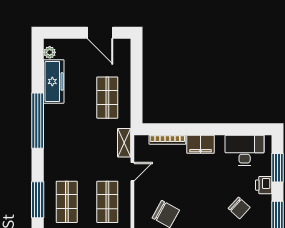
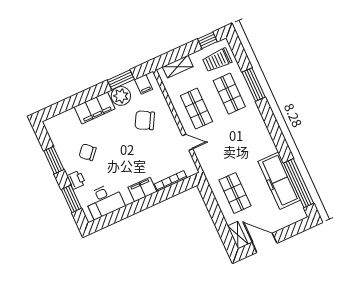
plant: (50, 52) -> (298, 208), removed
freezer: (54, 81) -> (279, 181), width x1.36, depth x1.26
window: (38, 121) -> (299, 183), moved
shelving: (124, 143) -> (238, 235), moved
door: (132, 172) -> (187, 142), swing flipped

